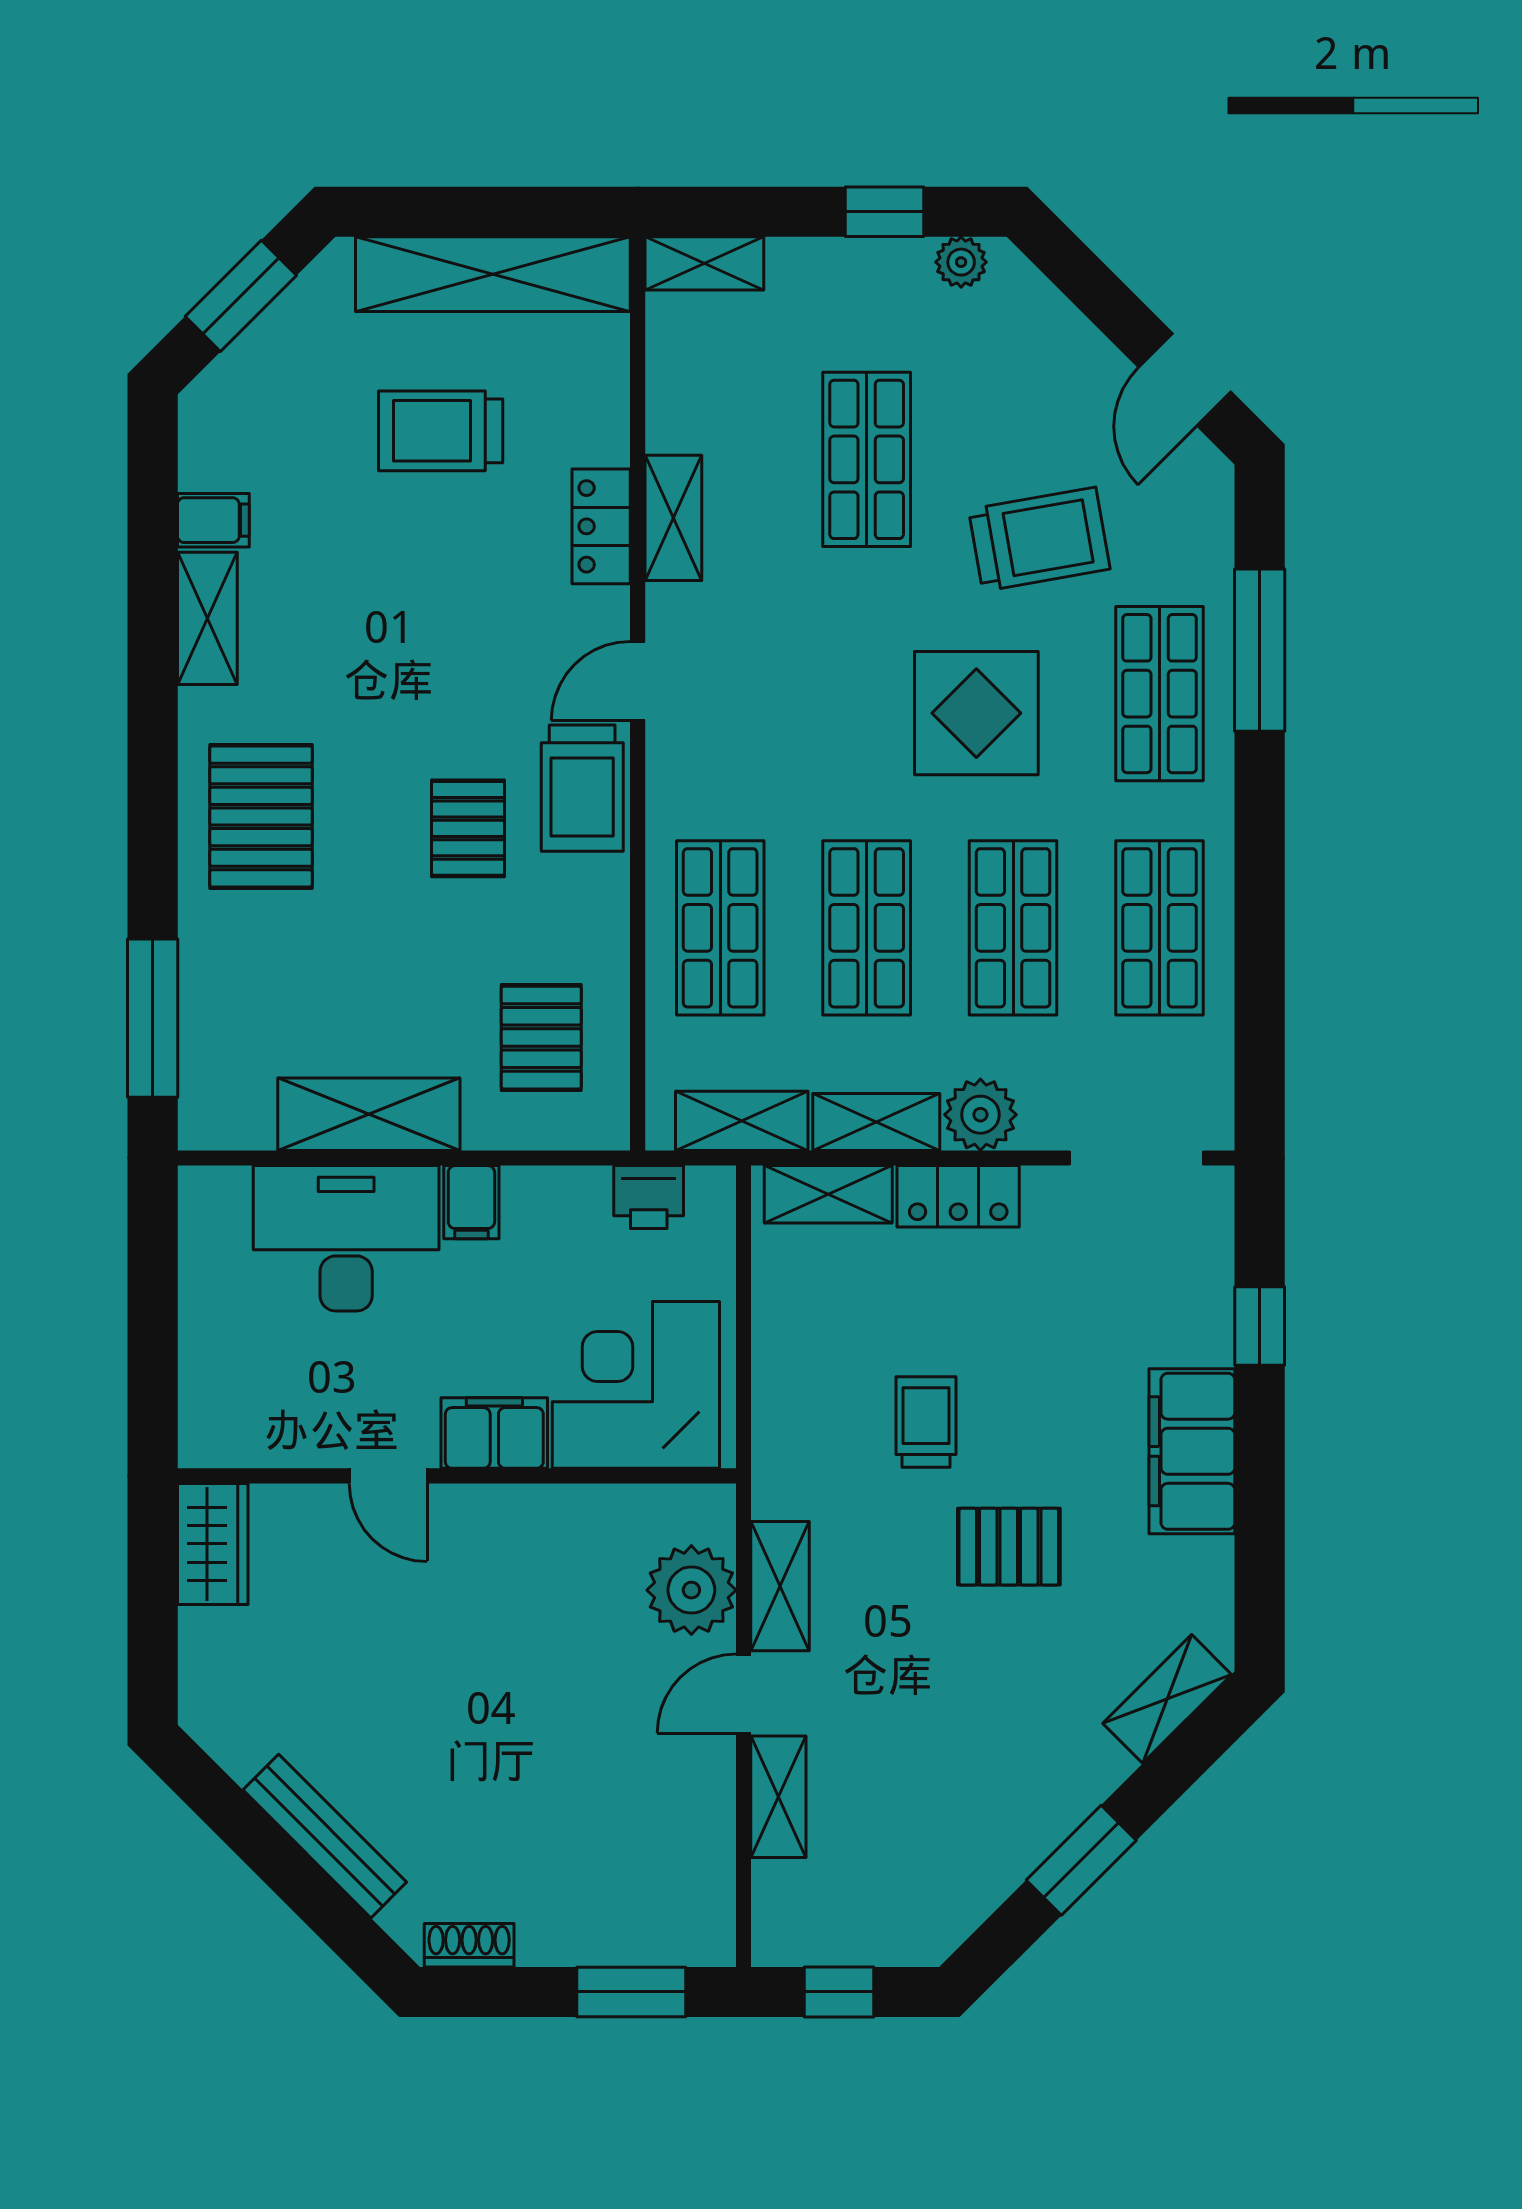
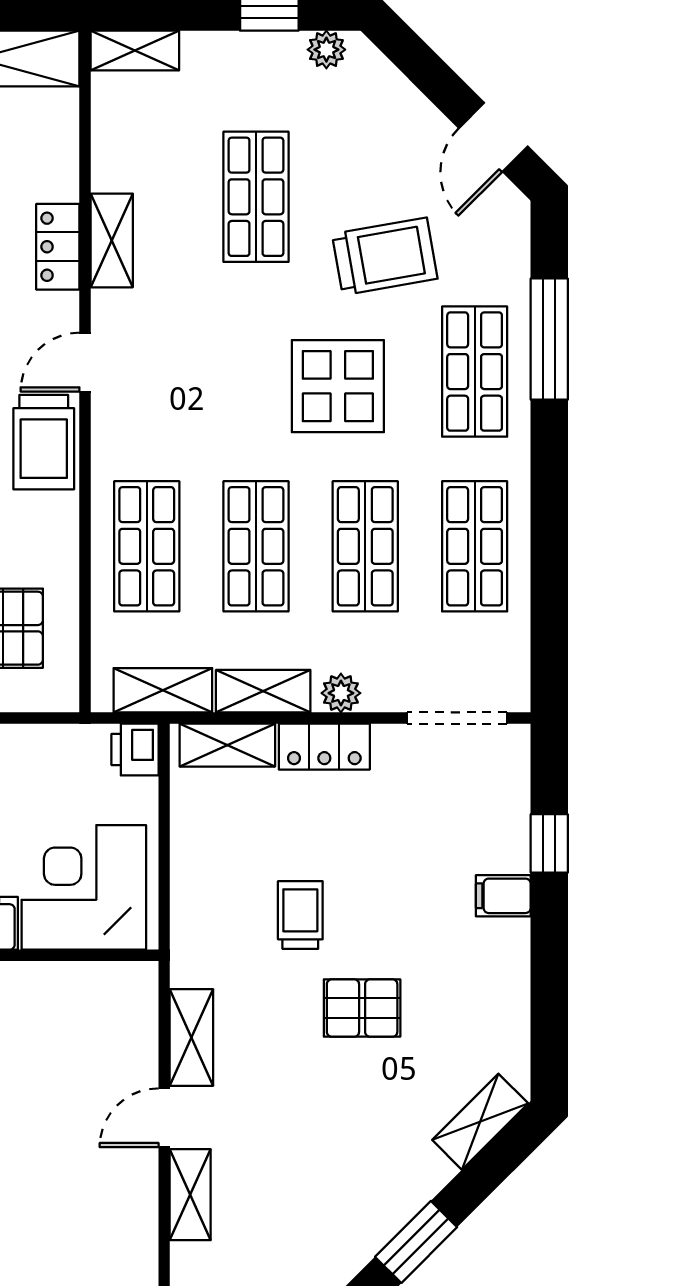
plant: (980, 1115) -> (341, 693), width x0.73, depth x0.73
printer: (649, 1197) -> (135, 750), moved, turned 90
filing cabinet: (1192, 1451) -> (503, 896), width x0.33, depth x0.86
plant: (691, 1590) -> (125, 1040), removed

